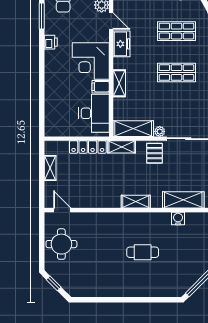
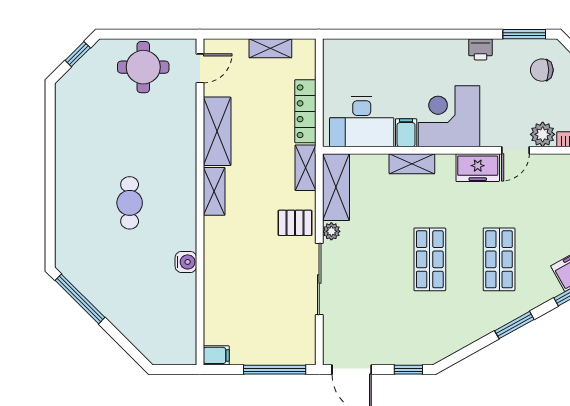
shelving: (183, 200) -> (217, 131), moved

